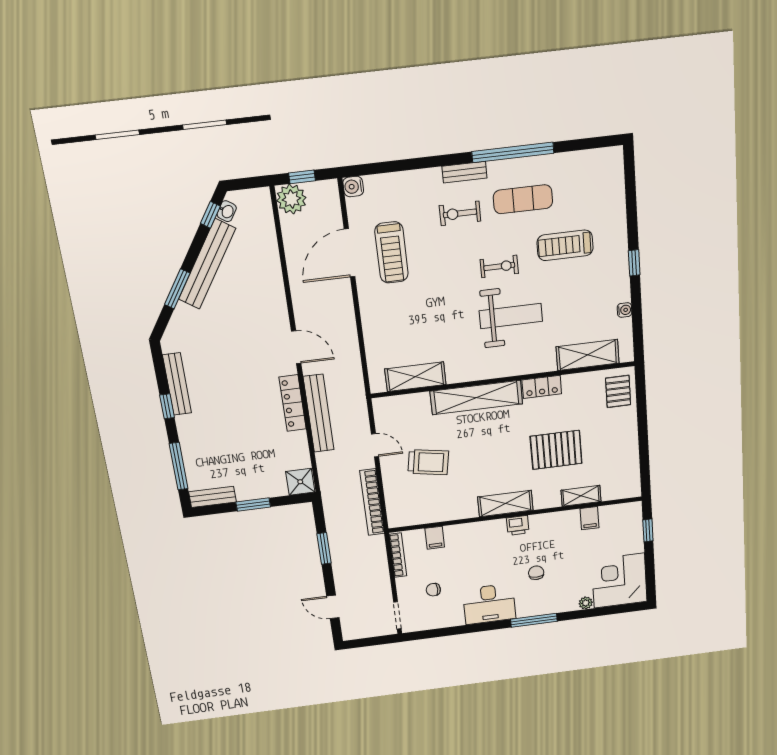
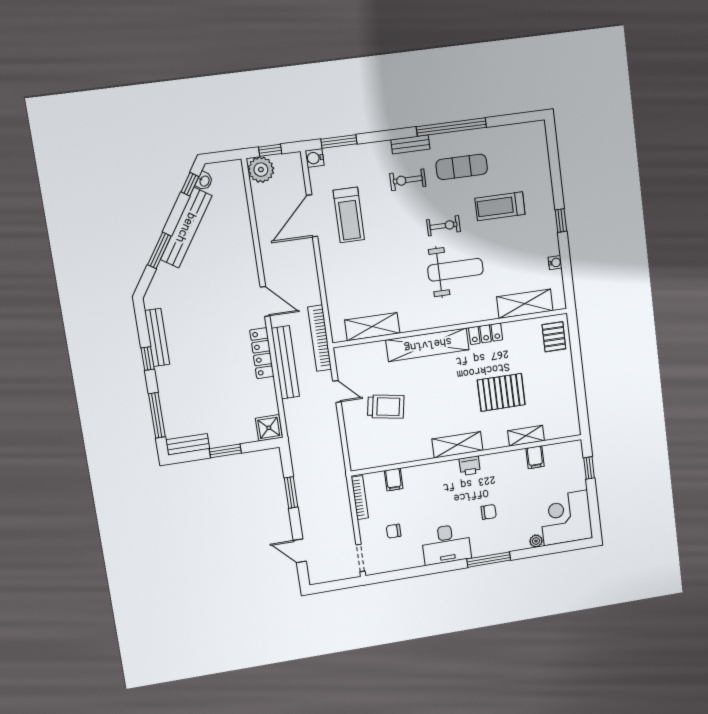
window: (382, 168) -> (339, 141), added
bookcase: (372, 502) -> (320, 338), moved
chair: (536, 573) -> (489, 512), turned 90

